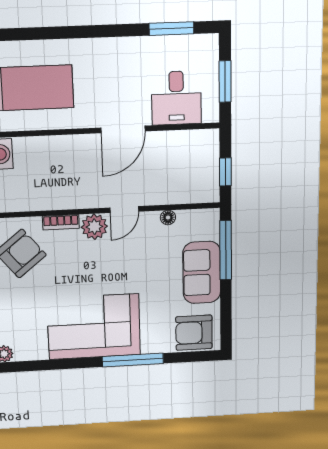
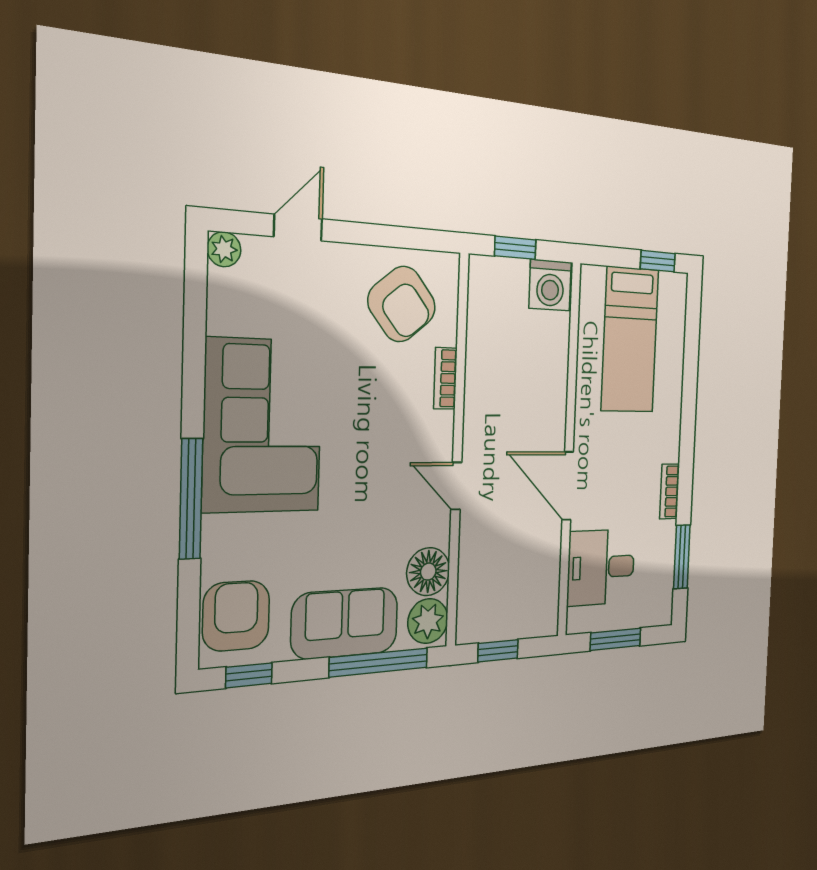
bookcase: (126, 44) -> (670, 491), added
floor lamp: (168, 217) -> (428, 572), width x1.89, depth x1.89
plant: (94, 227) -> (428, 621), moved
window: (226, 324) -> (249, 675), added

